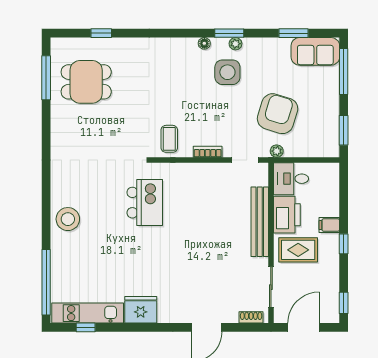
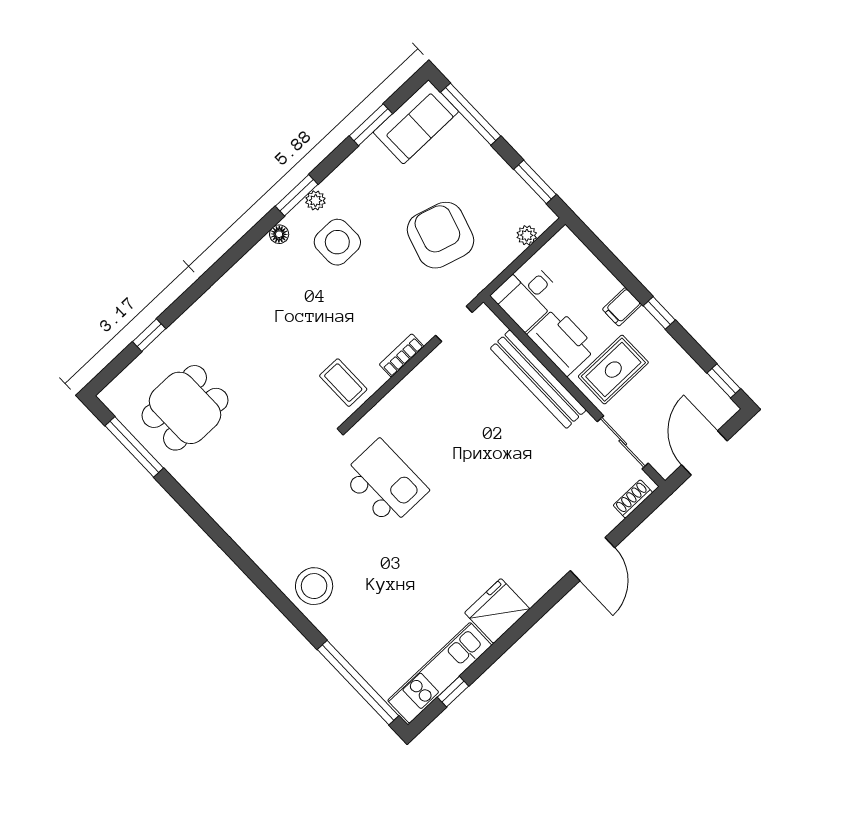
plant: (277, 151) -> (527, 235), moved

